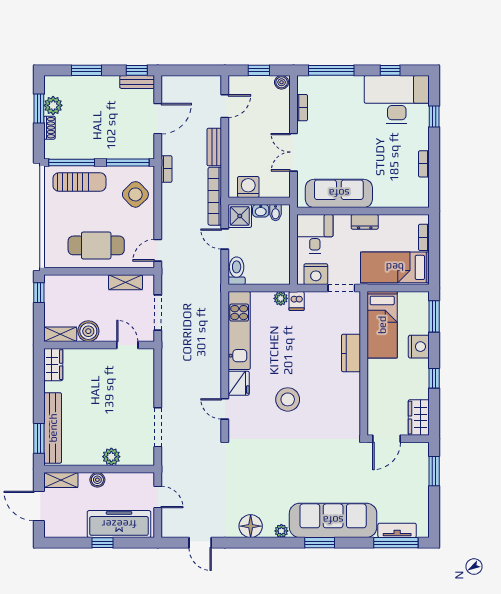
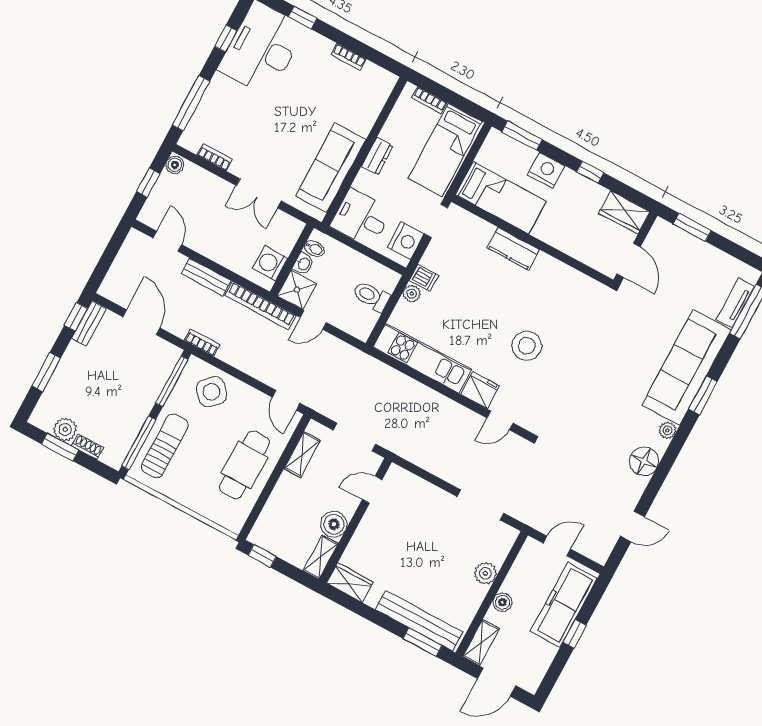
toilet: (237, 271) -> (371, 296), moved

